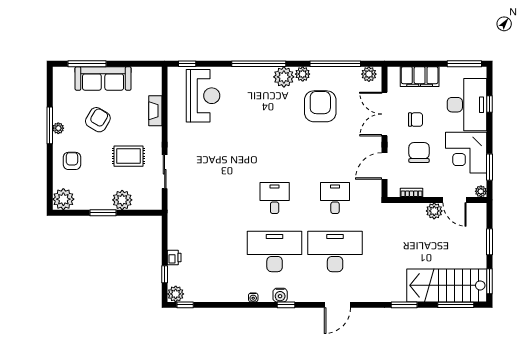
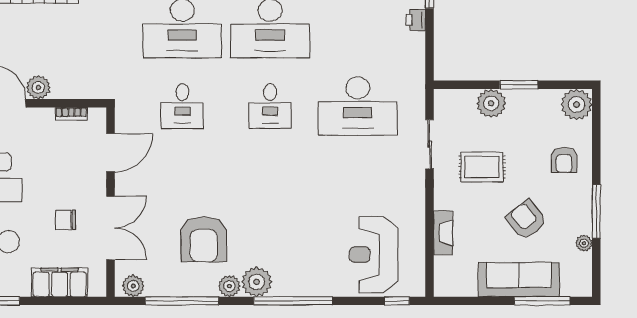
armchair: (98, 120) -> (526, 220), turned 110
plant: (58, 128) -> (584, 243), moved
chair: (419, 152) -> (60, 172), removed
desk: (214, 198) -> (358, 106), added

